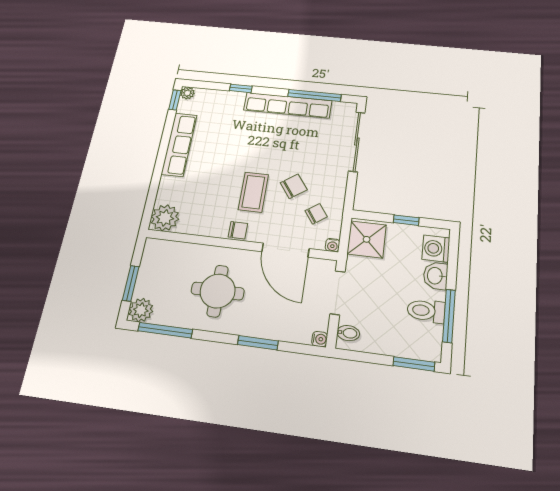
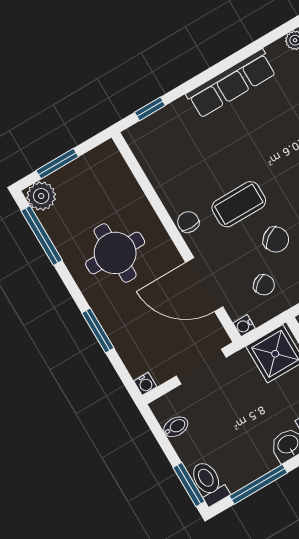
window: (175, 100) -> (150, 109), moved
plant: (165, 218) -> (145, 139), removed
chair: (238, 230) -> (188, 222), turned 180
door: (285, 250) -> (204, 285), hinge flipped
toilet: (426, 311) -> (209, 483), moved
bidet: (348, 333) -> (176, 427), moved, turned -90

